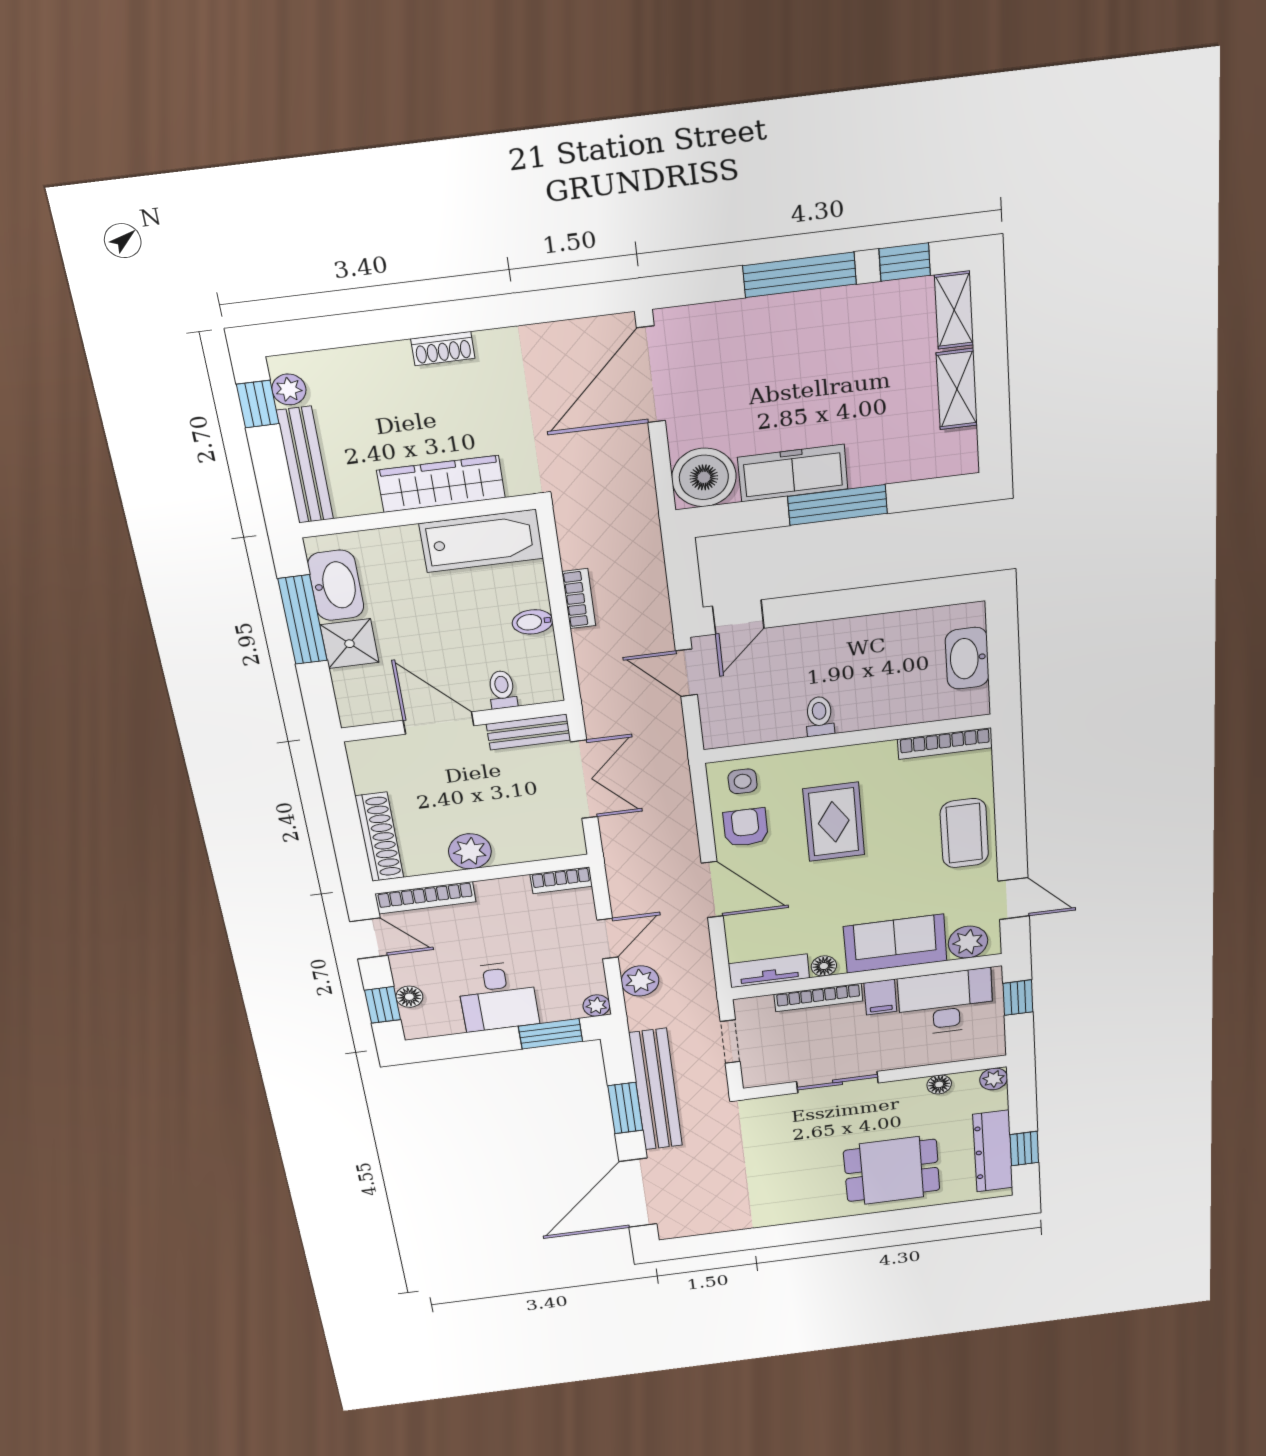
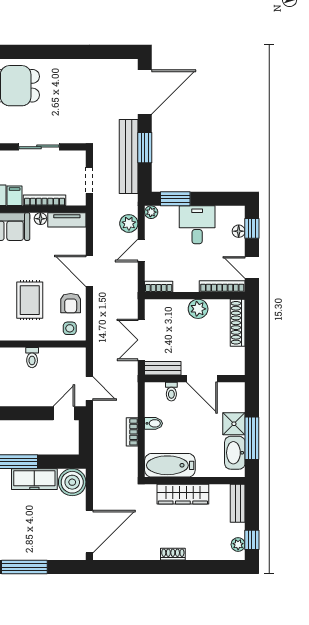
bench: (305, 465) -> (238, 503), width x0.73

